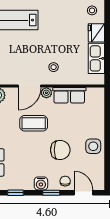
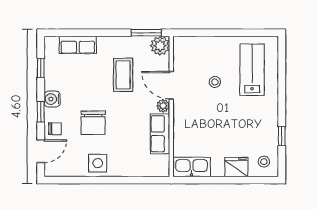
kitchen sink: (96, 58) -> (192, 167), moved
stool: (54, 67) -> (215, 82), moved
coffee table: (34, 123) -> (123, 75), moved

